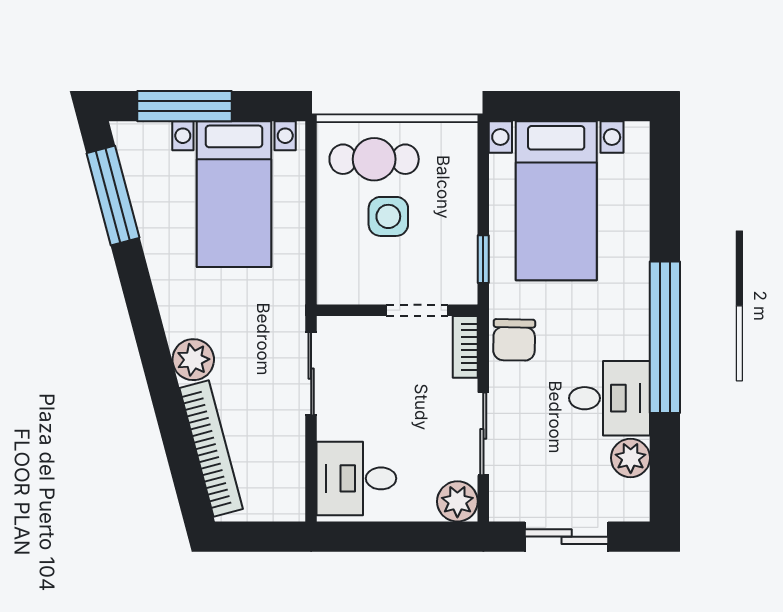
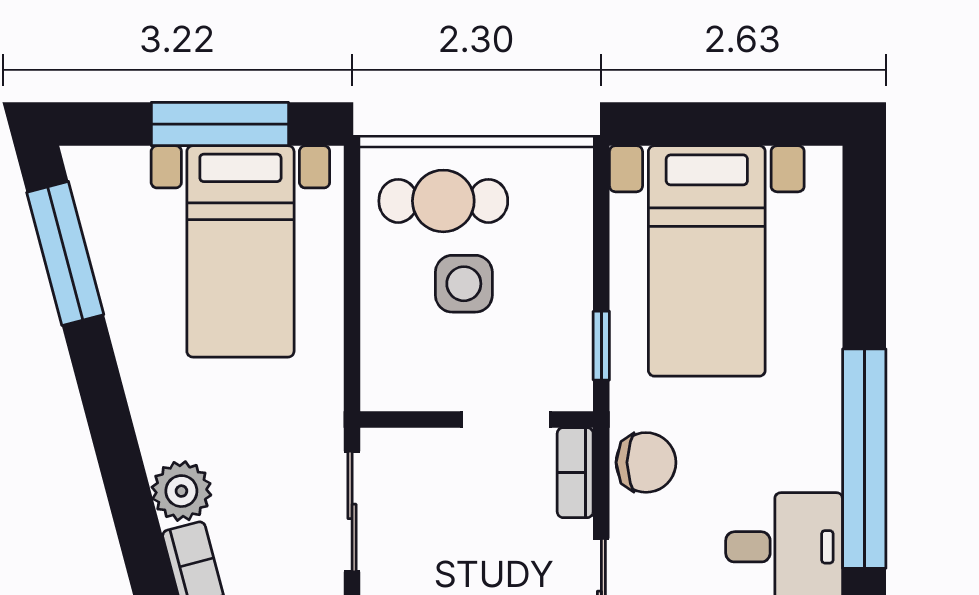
window: (184, 106) -> (220, 124), moved
chair: (514, 340) -> (646, 462), turned -91

